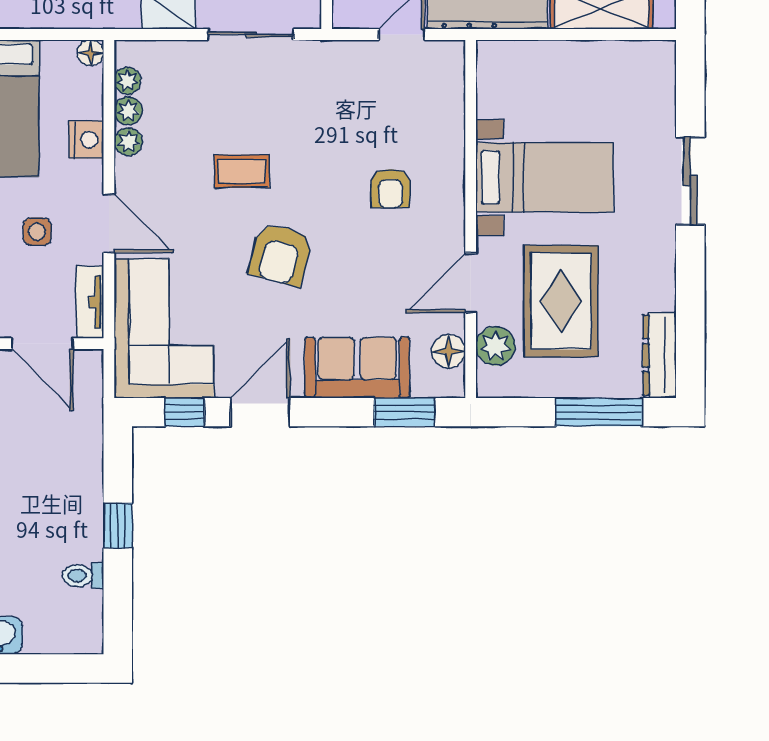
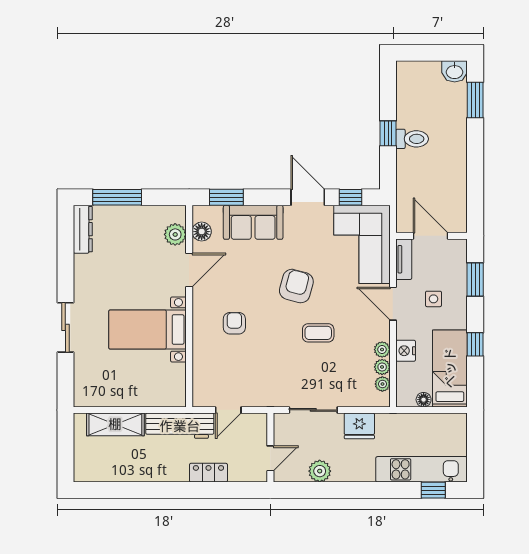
floor lamp: (91, 53) -> (424, 400), moved
rug: (561, 301) -> (138, 260), removed
door: (260, 412) -> (308, 197), swing flipped
toilet: (83, 576) -> (412, 139), moved, width x1.37, depth x1.39

